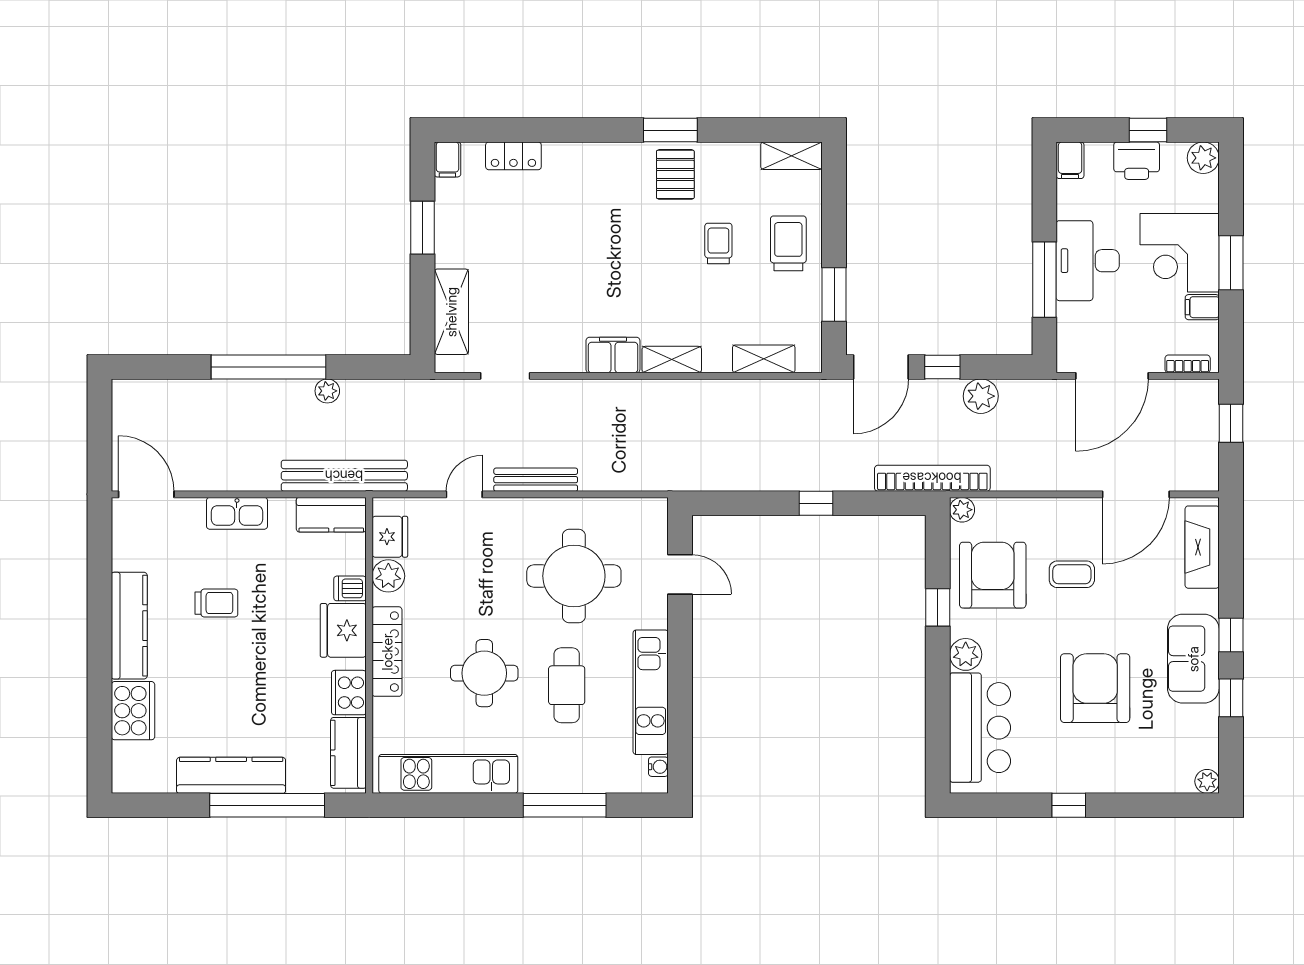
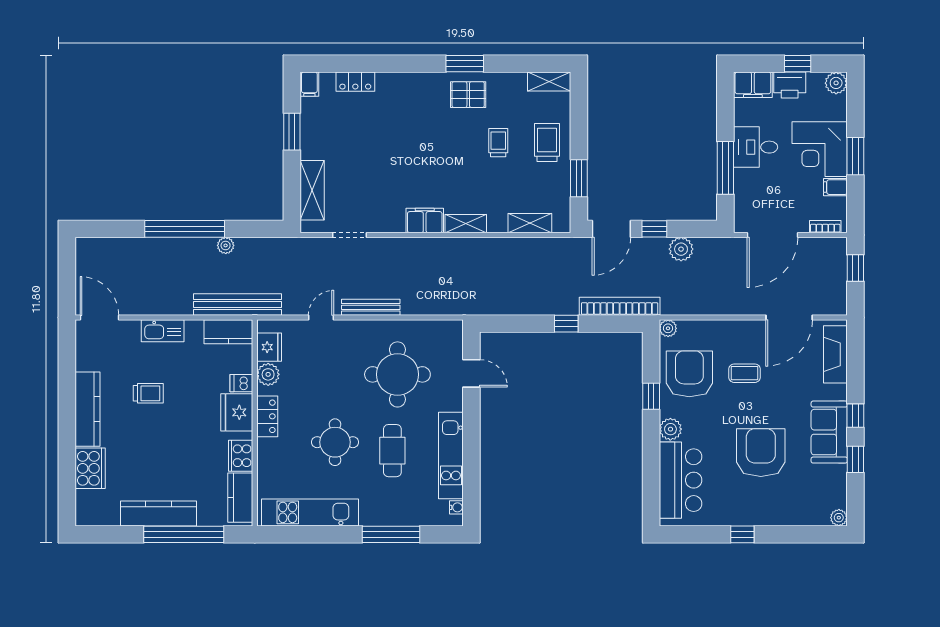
filing cabinet: (1070, 160) -> (753, 85), width x2.00
pallet: (675, 174) -> (468, 95), turned 90
desk: (1088, 261) -> (756, 147), width x0.73
bookcase: (932, 478) -> (620, 306), moved
locker: (387, 652) -> (267, 416), width x0.66

